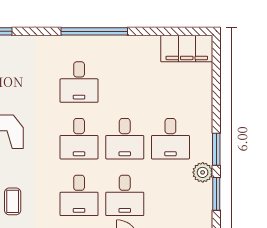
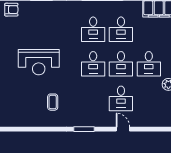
desk: (79, 195) -> (121, 29), moved

